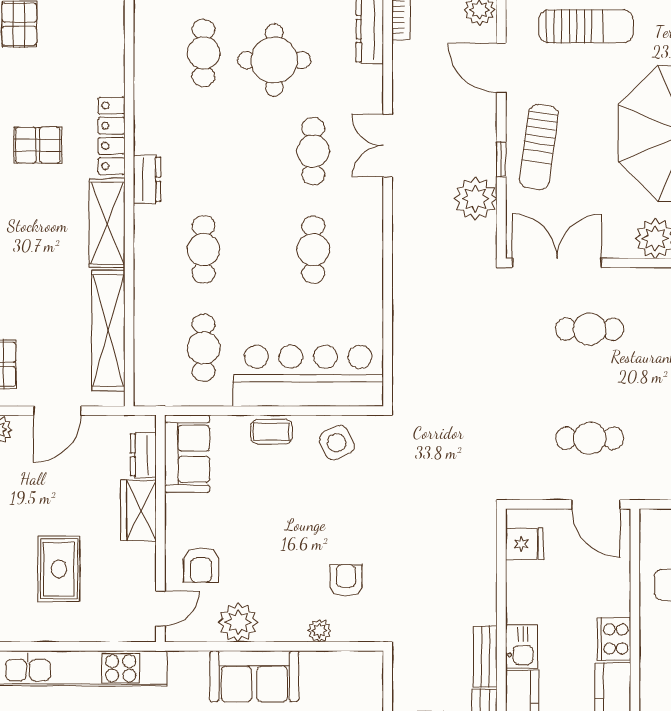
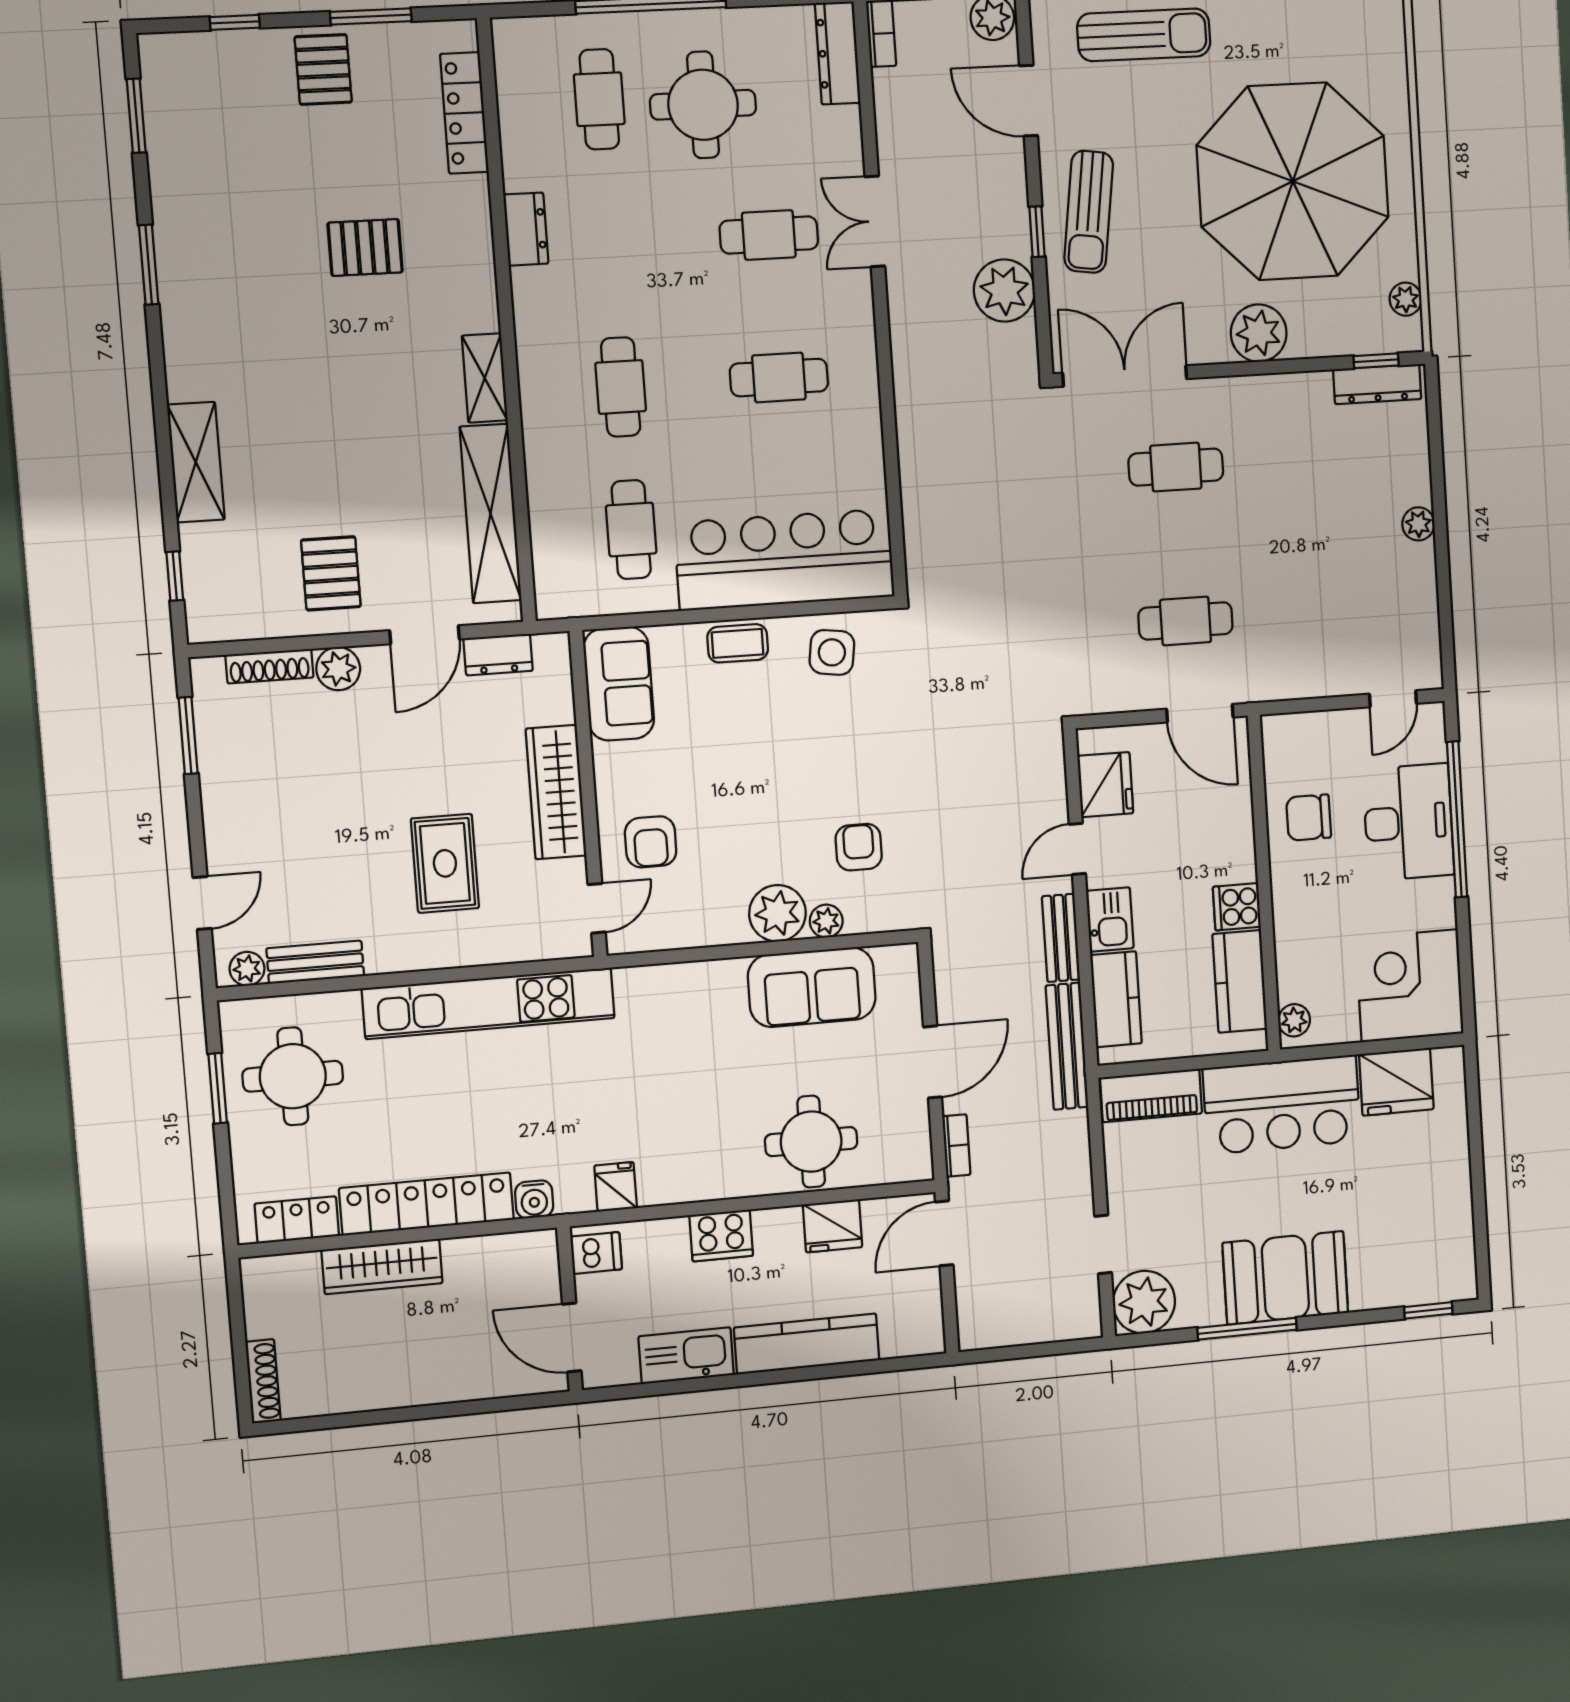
locker: (111, 136) -> (464, 113), moved
cafe table: (313, 151) -> (769, 235), turned 90
dresser: (147, 179) -> (526, 229), moved
shelving: (107, 223) -> (485, 378), width x0.67, depth x0.75
cafe table: (313, 250) -> (779, 377), turned 90
side table: (337, 443) -> (832, 652), turned 34
dresser: (143, 455) -> (498, 655), moved, turned -90
wardrobe: (138, 510) -> (556, 792), width x1.50
fridge: (524, 544) -> (1105, 785), width x1.38
door: (501, 594) -> (1077, 849), added
plant: (238, 622) -> (778, 913), moved
cooker: (614, 639) -> (1237, 907), width x0.73
sofa: (254, 676) -> (812, 987), moved

